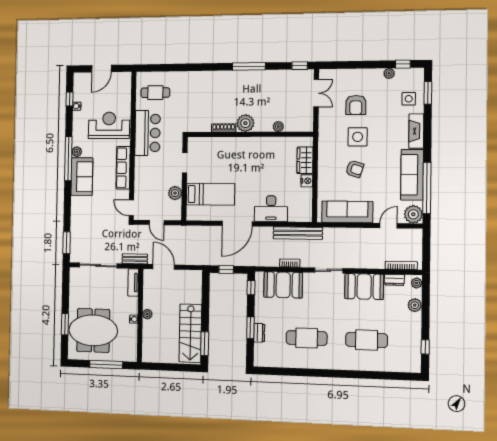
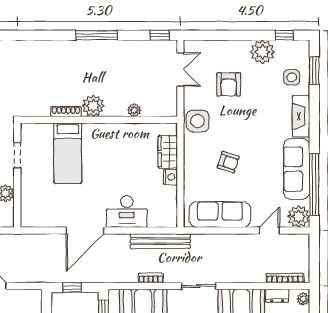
plant: (389, 73) -> (262, 52), width x1.87, depth x1.87
side table: (358, 137) -> (198, 121), moved
bed: (210, 194) -> (68, 153), moved, turned 90

